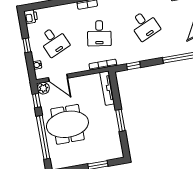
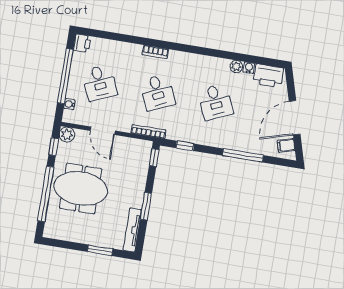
desk: (99, 33) -> (157, 92), turned -33
window: (27, 45) -> (65, 76), width x3.17
door: (58, 78) -> (103, 131), moved
window: (114, 82) -> (154, 158), added
tv unit: (107, 88) -> (132, 230), moved

